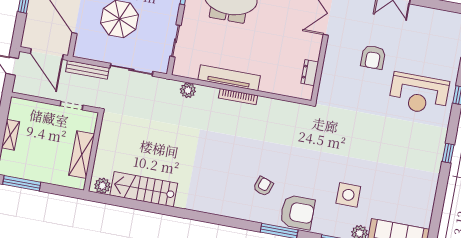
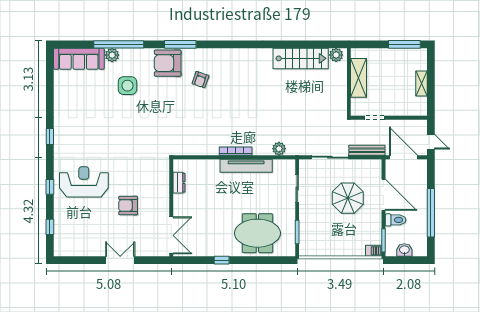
armchair: (373, 57) -> (128, 205), turned -90

